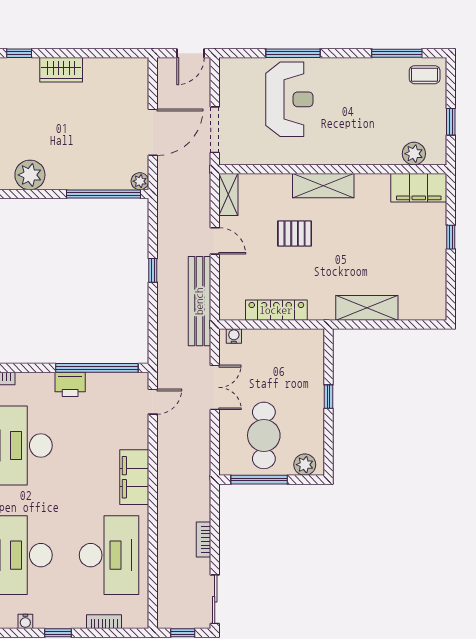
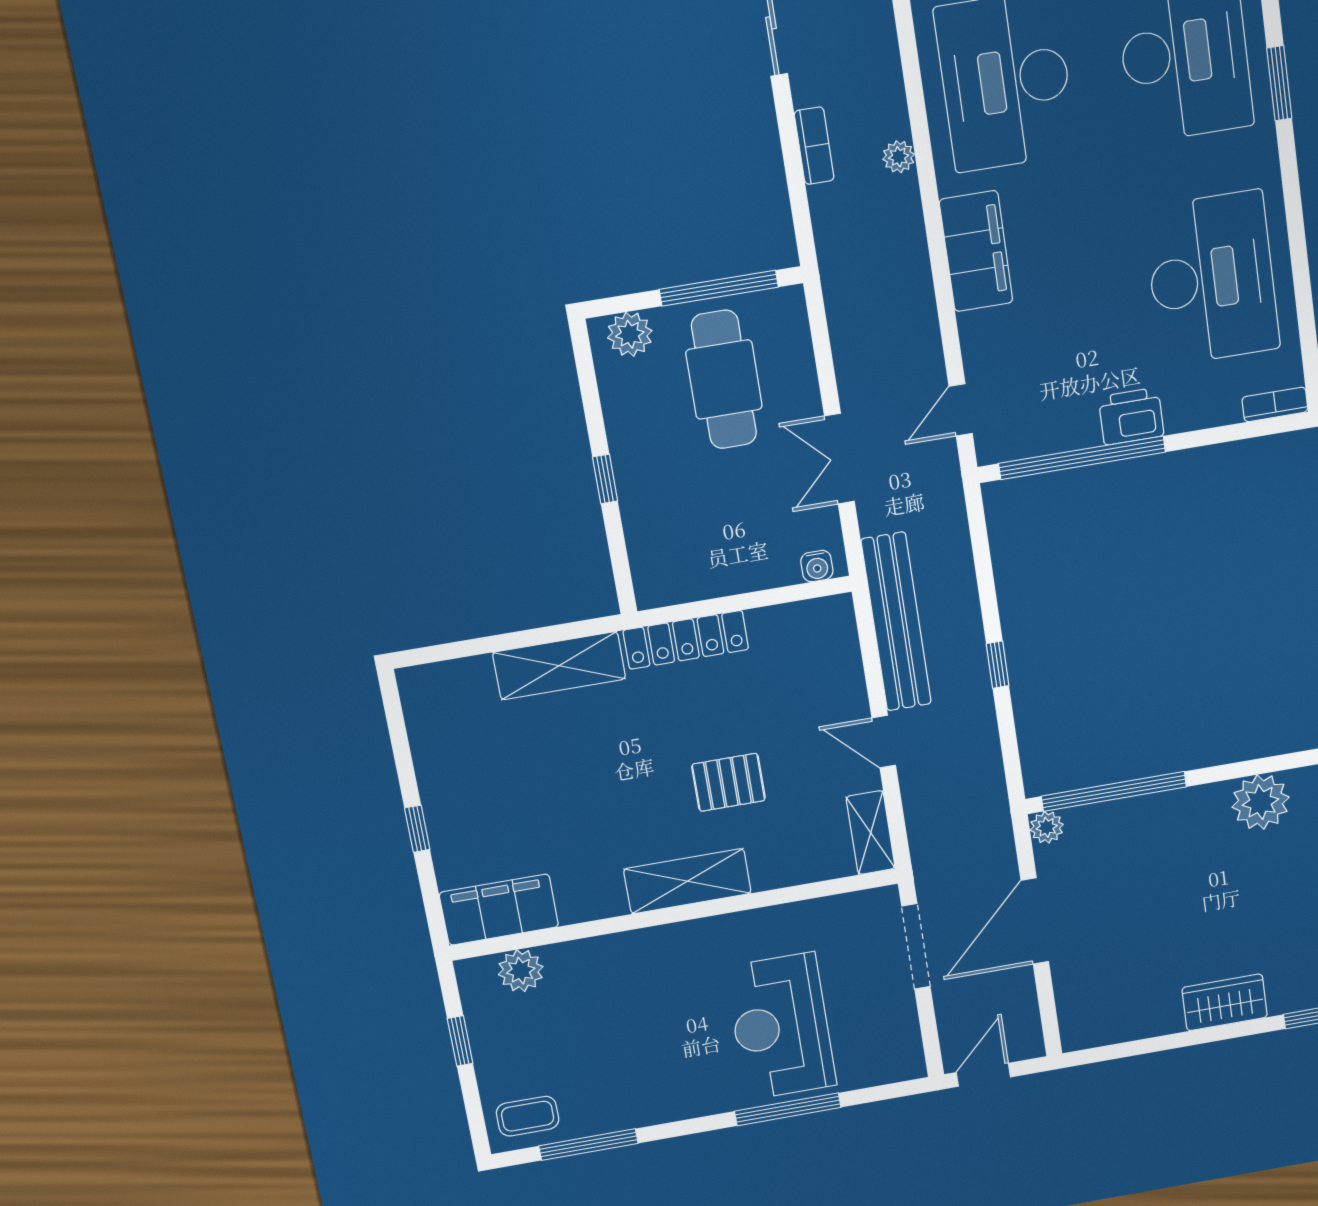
locker: (276, 310) -> (686, 640), moved
plant: (165, 528) -> (899, 157), added

